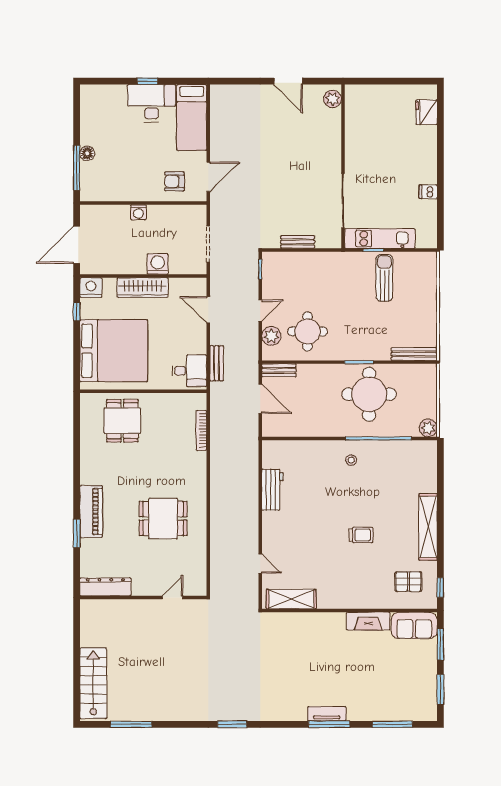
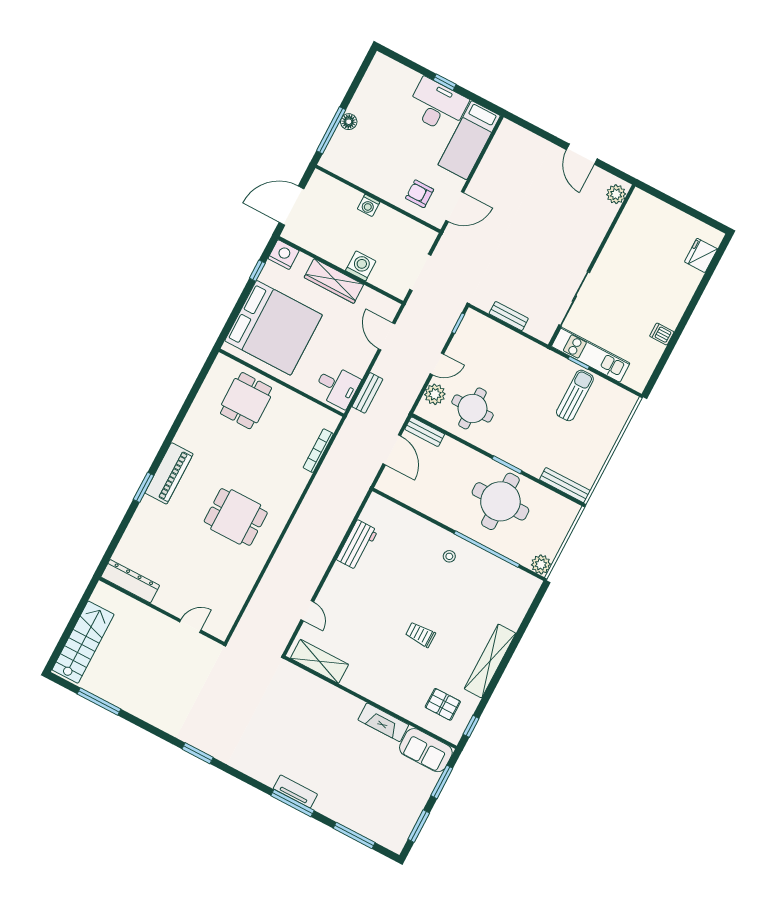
trolley: (361, 535) -> (420, 635), turned 180
dresser: (105, 587) -> (130, 581), moved
wall: (143, 598) -> (162, 611), moved
door: (173, 598) -> (190, 626), moved

